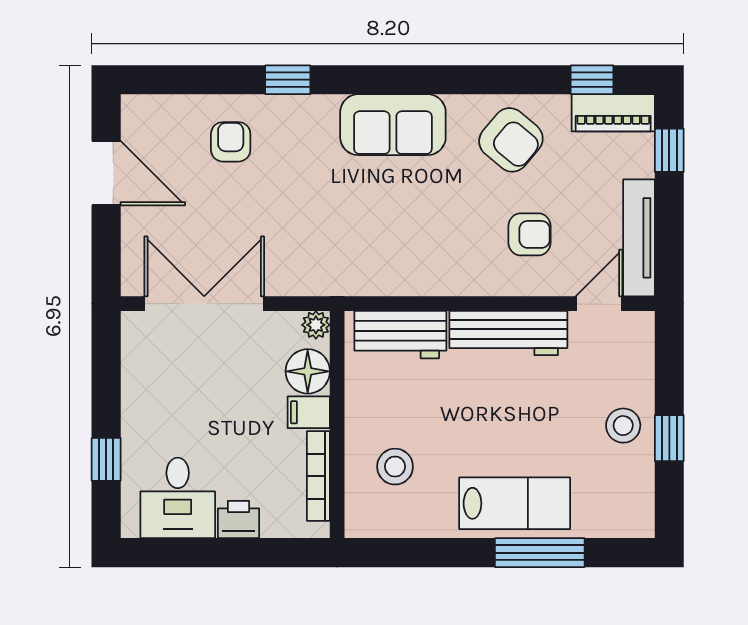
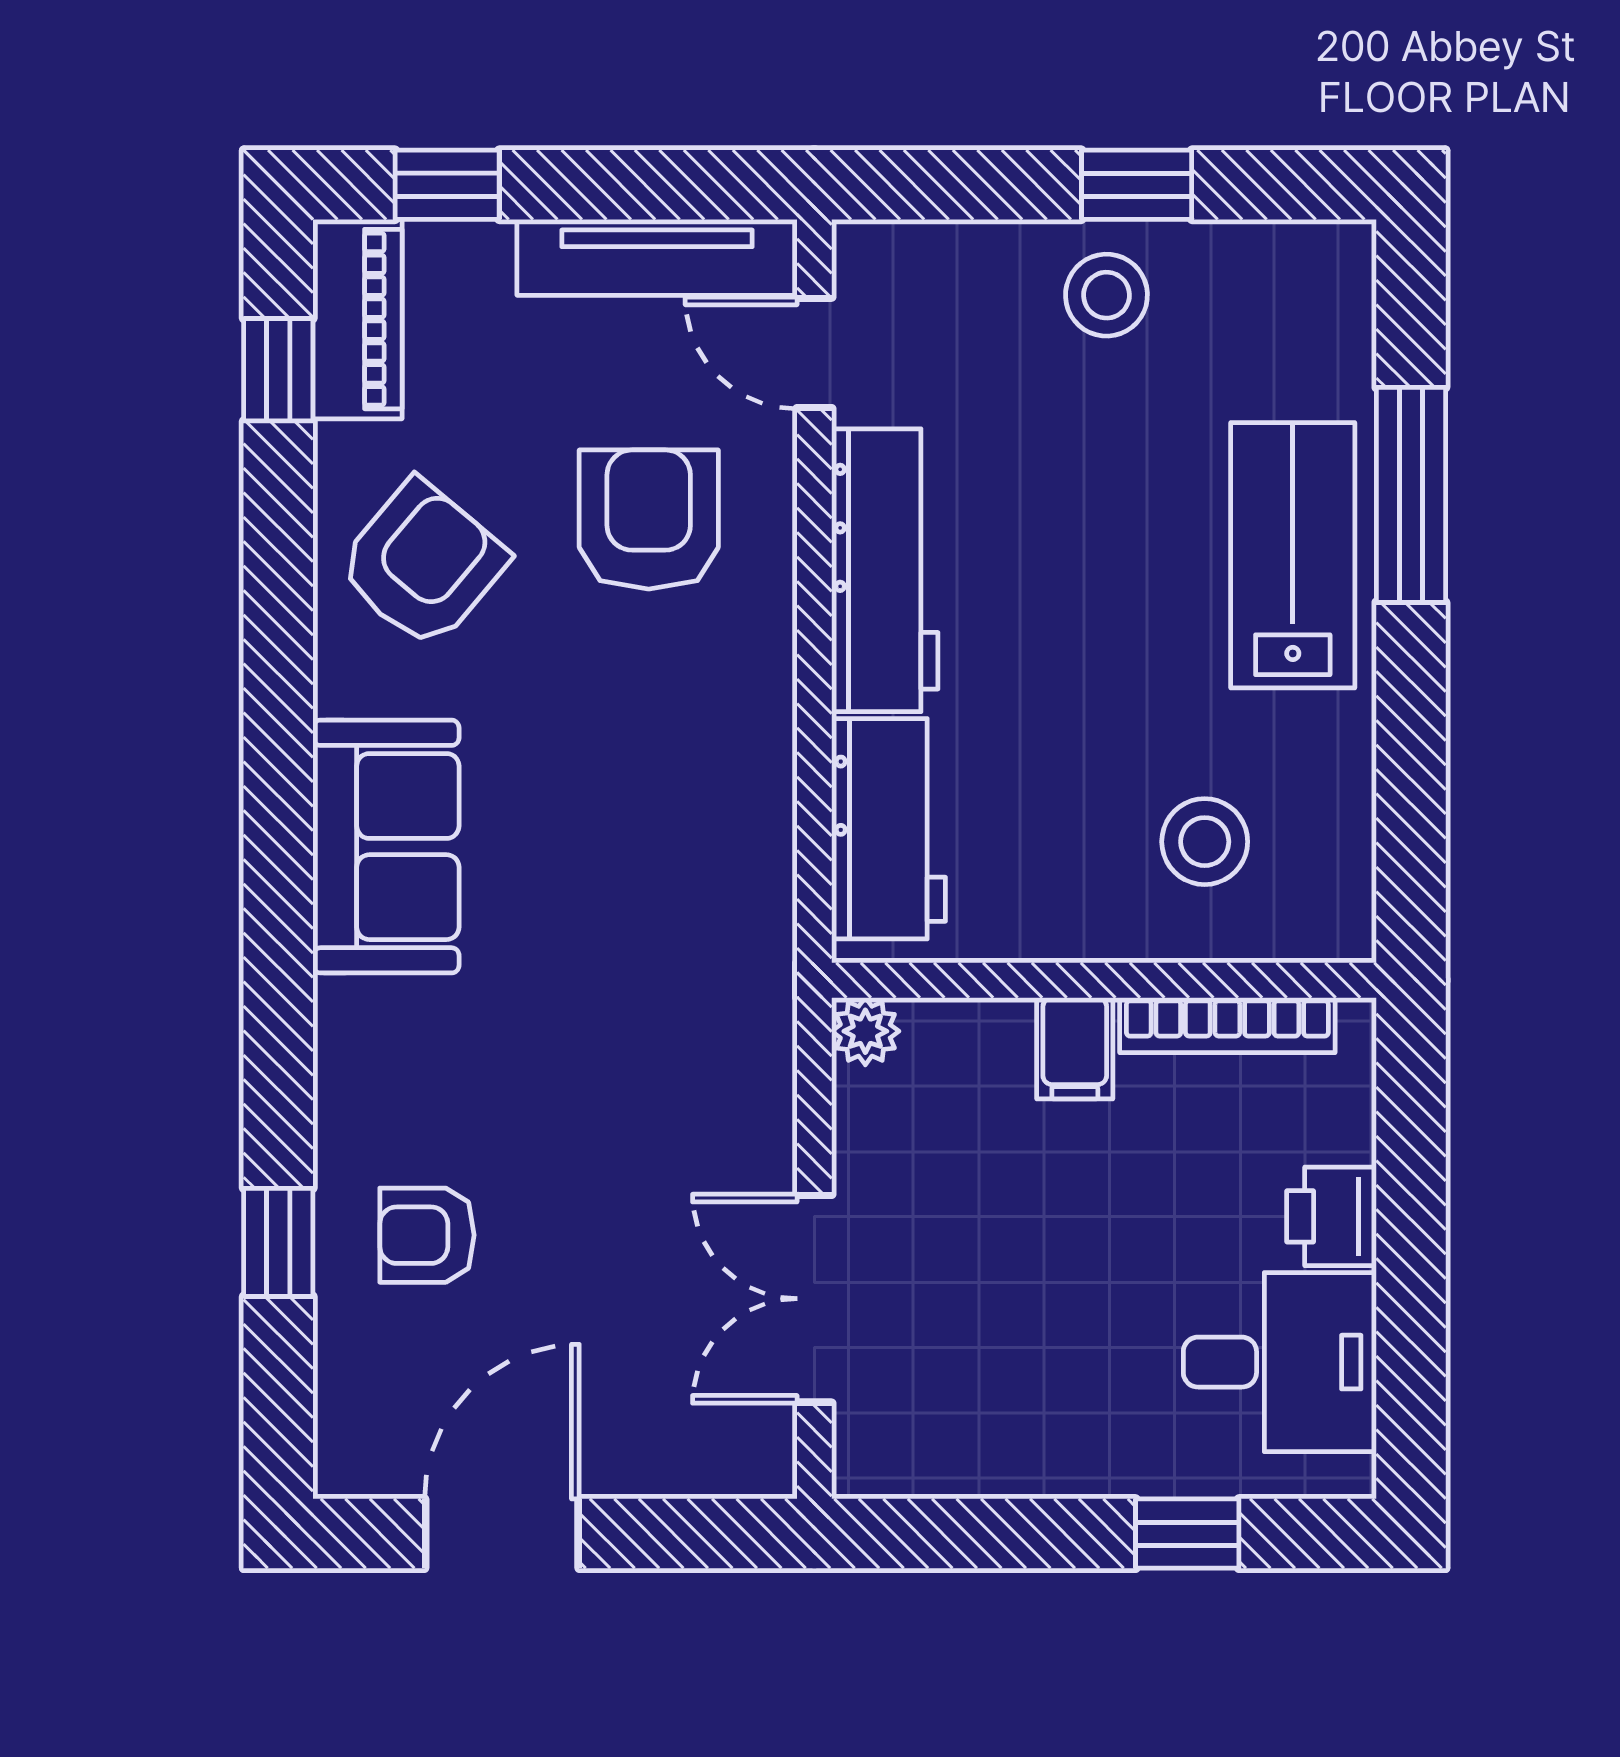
window: (288, 80) -> (278, 1242), moved
armchair: (529, 234) -> (649, 520), width x1.38, depth x1.38
double door: (204, 304) -> (814, 1299), width x0.73
floor lamp: (308, 371) -> (977, 1051), removed

